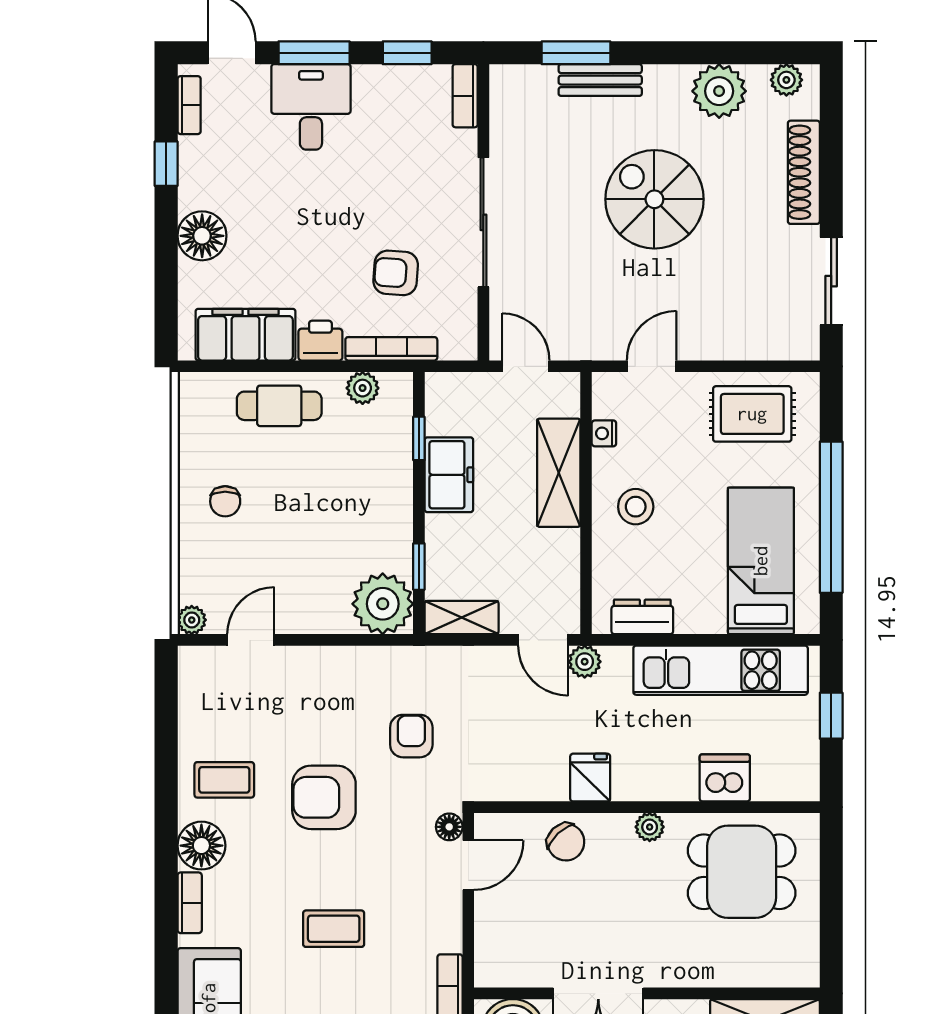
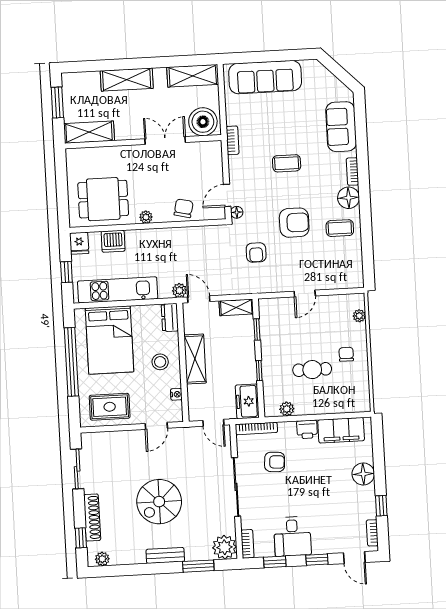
window: (314, 53) -> (317, 560), width x0.67
bench: (600, 80) -> (165, 555), moved
plant: (719, 91) -> (225, 547), moved
desk: (311, 107) -> (292, 536), moved
window: (831, 129) -> (81, 538), added
spiral stairs: (654, 199) -> (159, 502), turned 90
bookcase: (391, 349) -> (256, 428), moved
cafe table: (279, 406) -> (312, 370), moved
window: (419, 438) -> (259, 371), moved
shelving: (559, 473) -> (195, 359), moved
freezer: (449, 475) -> (247, 401), moved
bed: (761, 561) -> (110, 340), width x1.50
plant: (383, 604) -> (272, 312), removed
dresser: (642, 617) -> (170, 317), moved, turned 90
plant: (192, 620) -> (359, 316), moved
door: (251, 640) -> (305, 294), moved
fridge: (590, 778) -> (79, 243), moved
chair: (566, 842) -> (184, 208), turned 56

